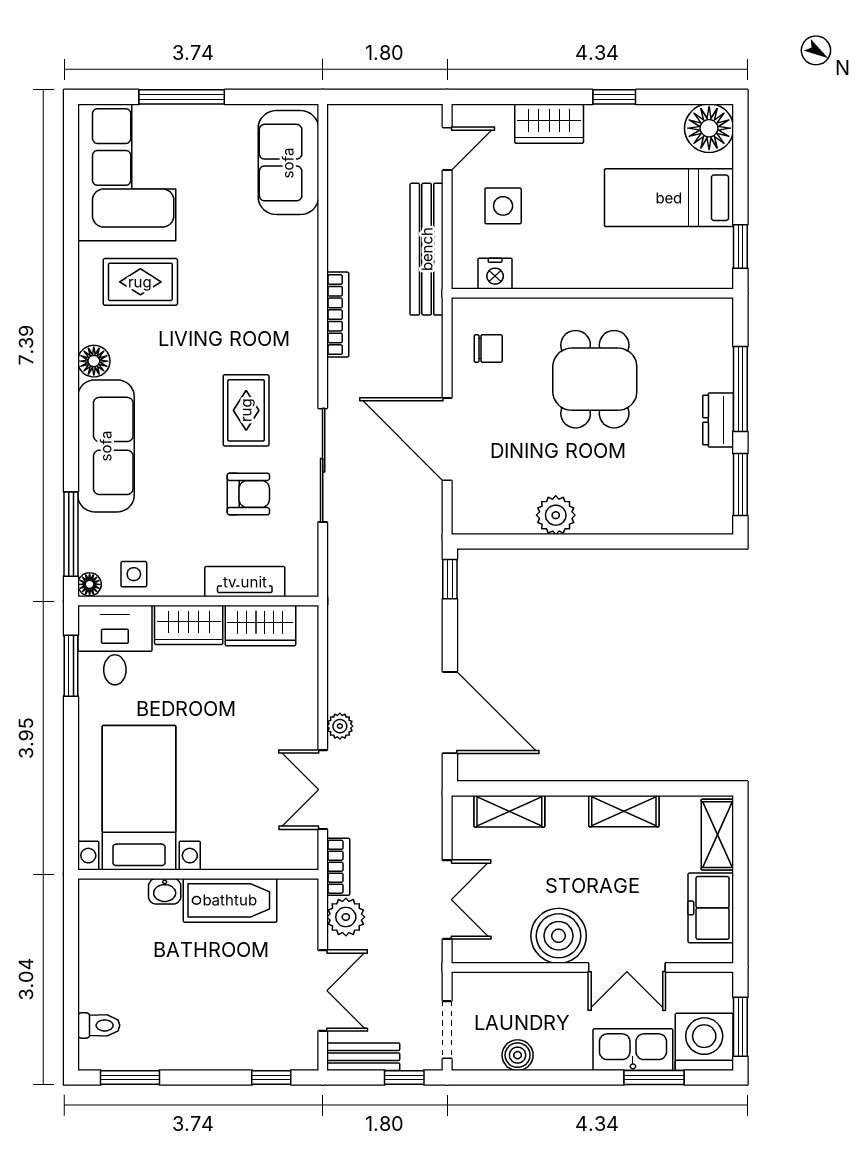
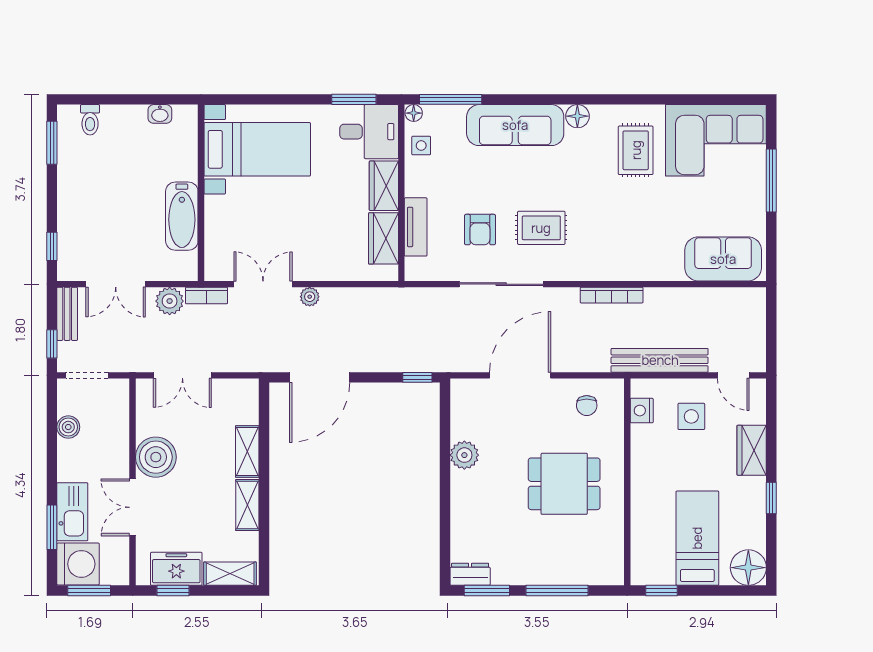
dresser: (718, 420) -> (470, 574), moved
shelving: (509, 811) -> (247, 452), moved
washbasin: (165, 891) -> (160, 114), moved, turned -90
window: (740, 912) -> (173, 591), added

